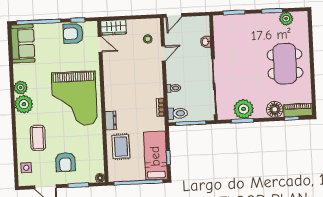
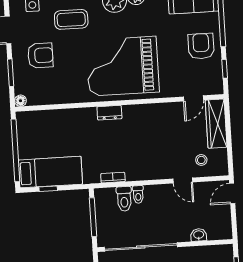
door: (174, 15) -> (232, 193), hinge flipped
wardrobe: (114, 27) -> (216, 124), width x1.50
armchair: (73, 34) -> (201, 46), moved
toilet: (178, 113) -> (124, 199), moved
dresser: (111, 120) -> (109, 113), moved
rug: (121, 147) -> (61, 127), removed
armchair: (65, 162) -> (40, 55), turned 180

